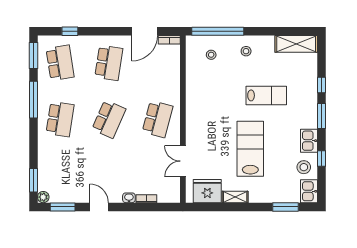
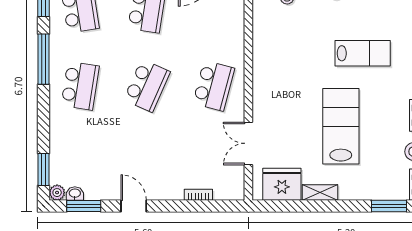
washbasin: (129, 198) -> (75, 194), moved

